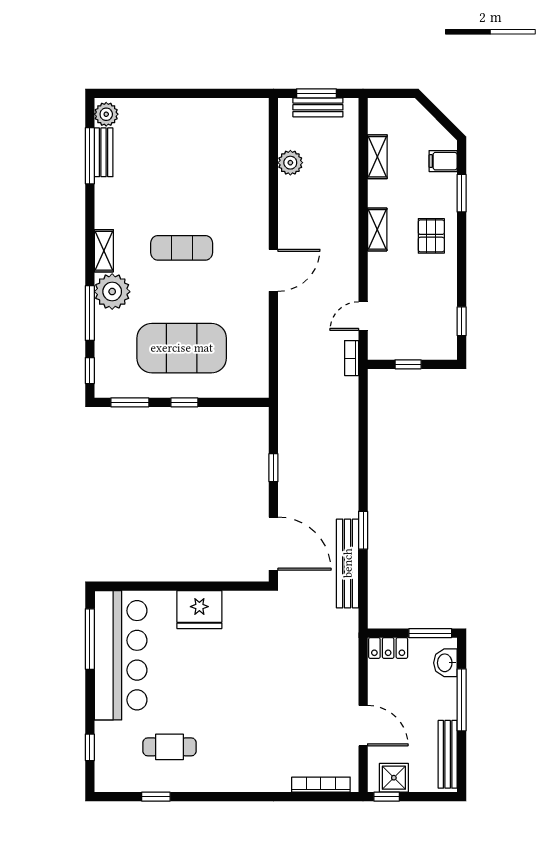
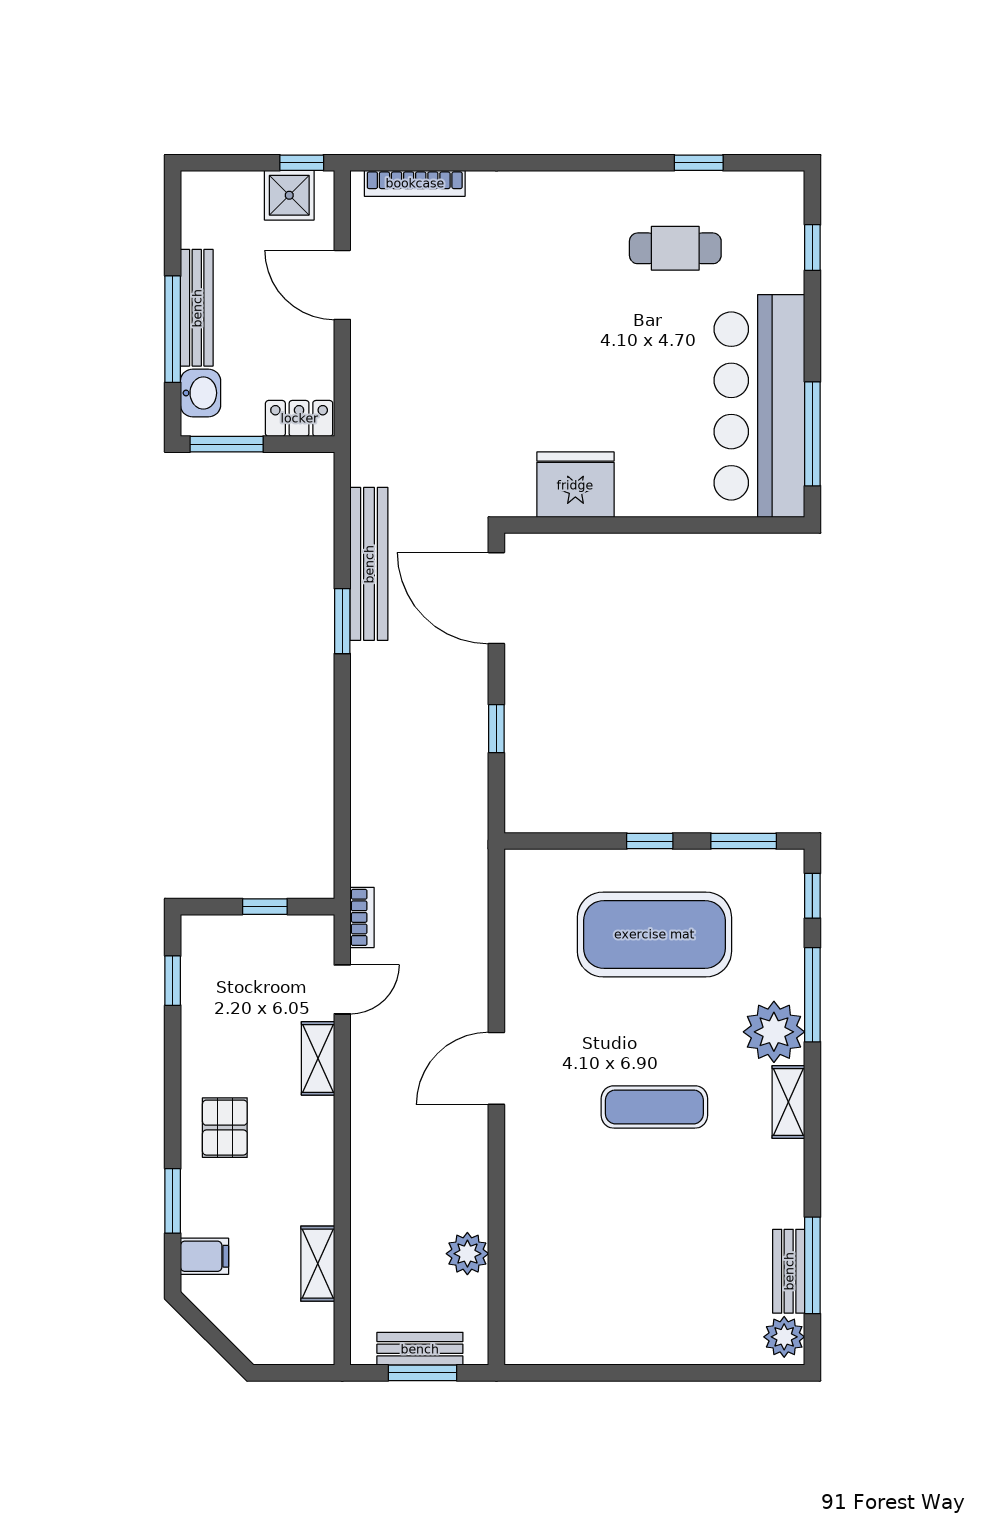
shelving: (377, 229) -> (318, 1058), moved
fridge: (199, 610) -> (575, 485), moved
bench: (448, 754) -> (197, 308), moved

